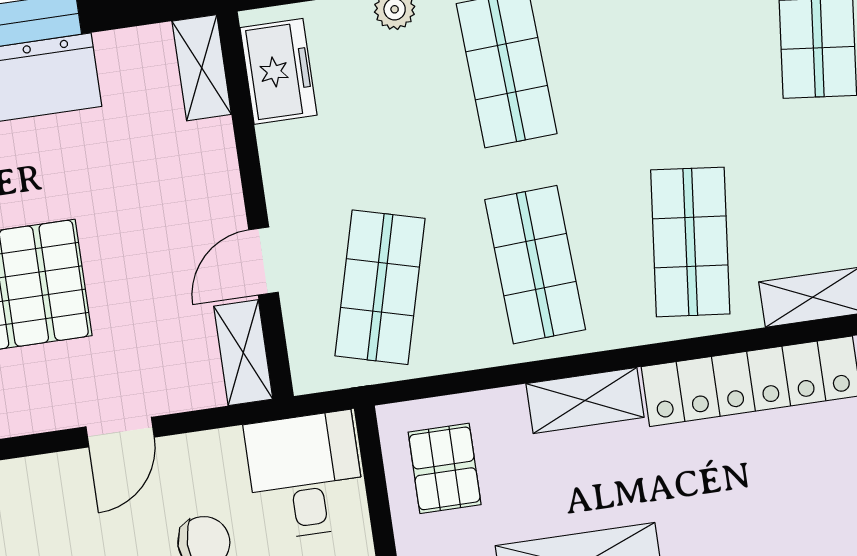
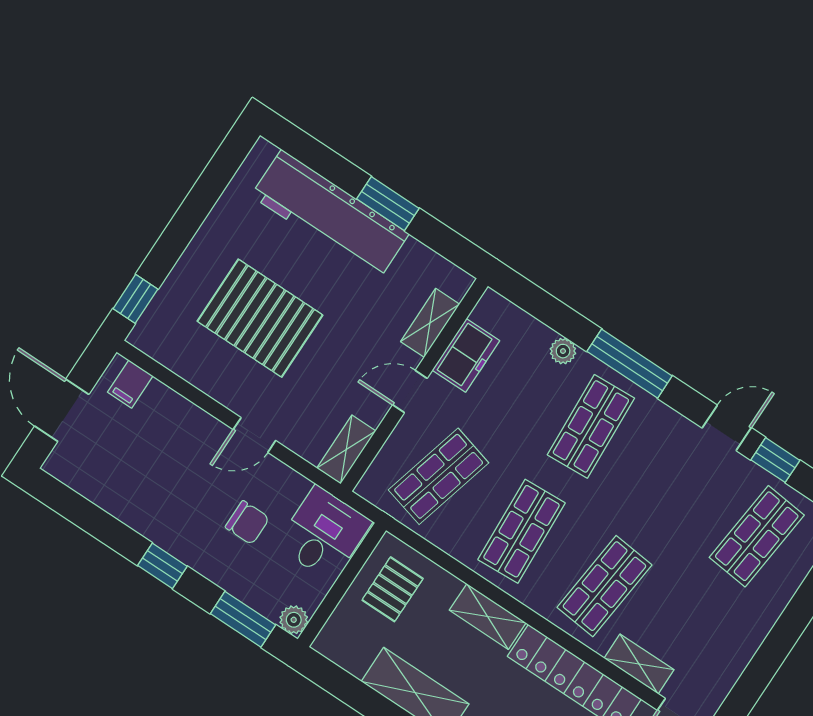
shelving: (202, 68) -> (430, 323), moved
freezer: (279, 71) -> (466, 355), moved
door: (263, 261) -> (410, 392), moved

